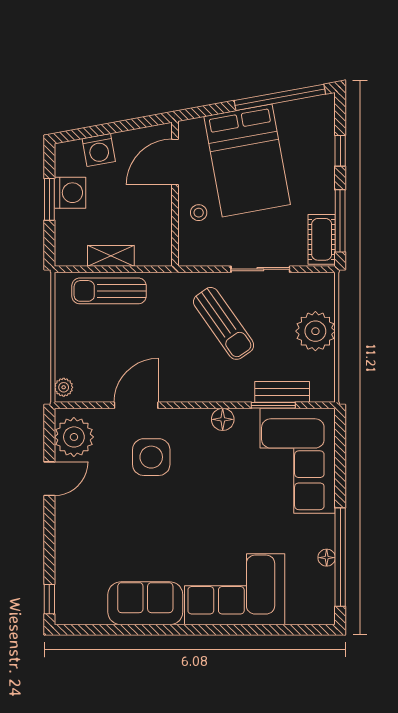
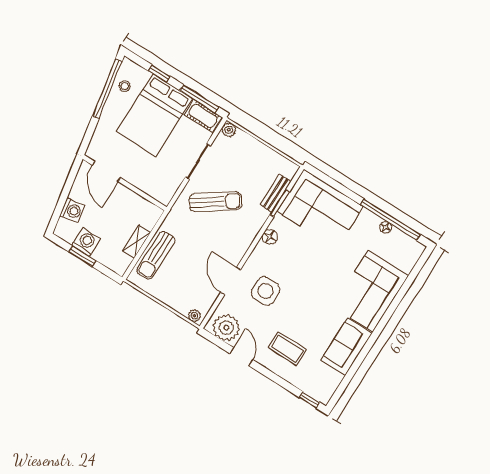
bed: (247, 160) -> (155, 115), moved, turned 100
stool: (199, 213) -> (125, 86), moved
plant: (315, 331) -> (229, 130), moved, width x0.53, depth x0.53
coffee table: (96, 530) -> (287, 349), added

